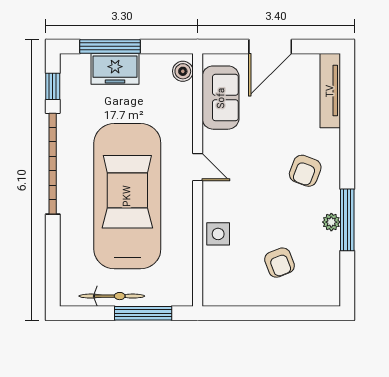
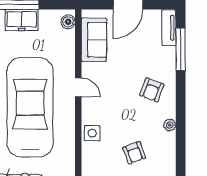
tv unit: (330, 91) -> (169, 28), width x0.71
window: (347, 220) -> (181, 49), moved

